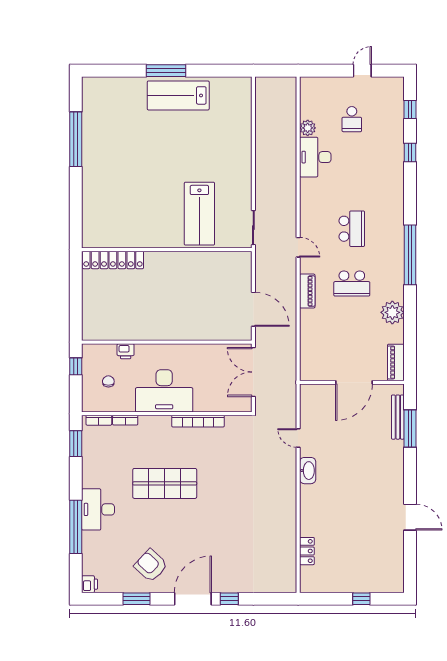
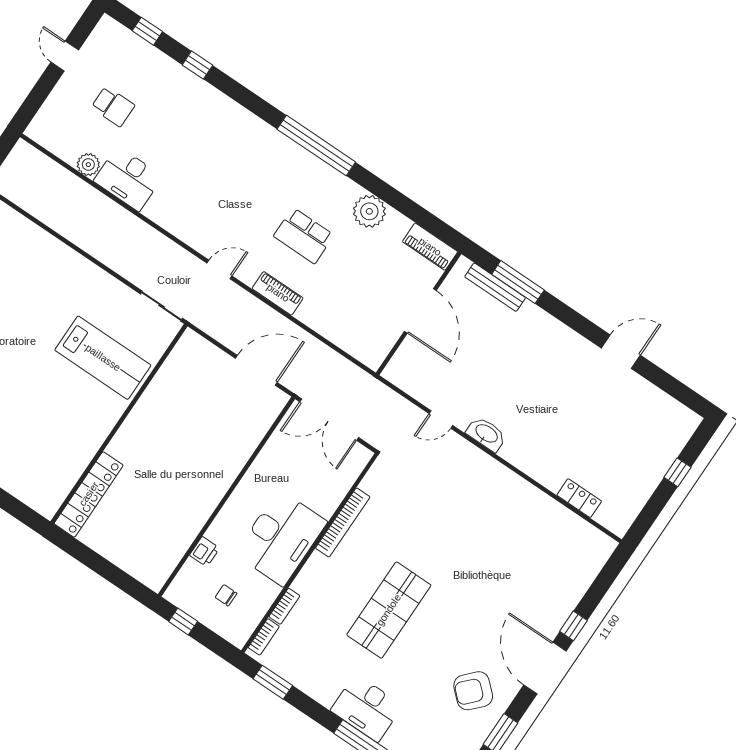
school desk: (352, 229) -> (240, 193), removed
school desk: (352, 283) -> (304, 236), turned 90

